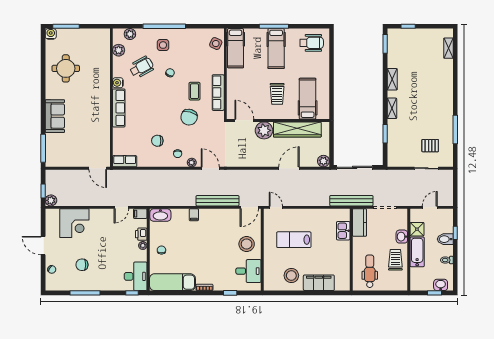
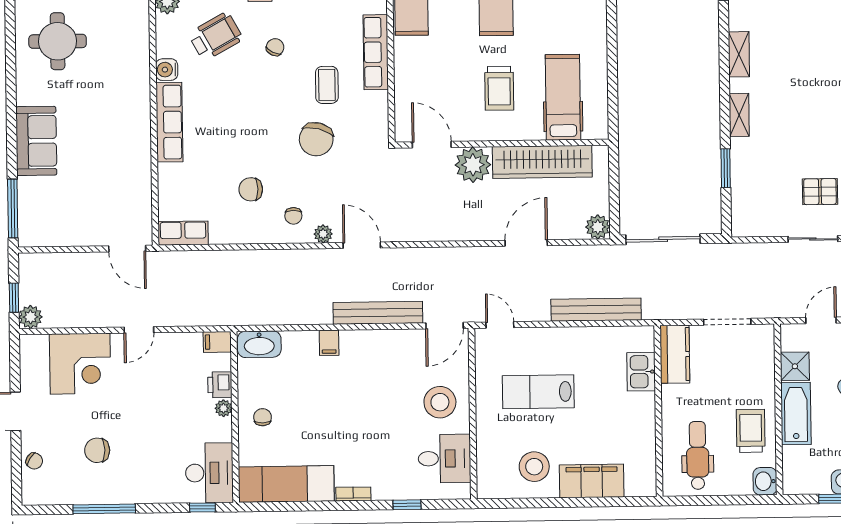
row of seats: (218, 93) -> (376, 52), moved
bench: (351, 201) -> (596, 310), moved
door: (121, 207) -> (139, 330), moved
washbasin: (402, 237) -> (765, 481), moved

